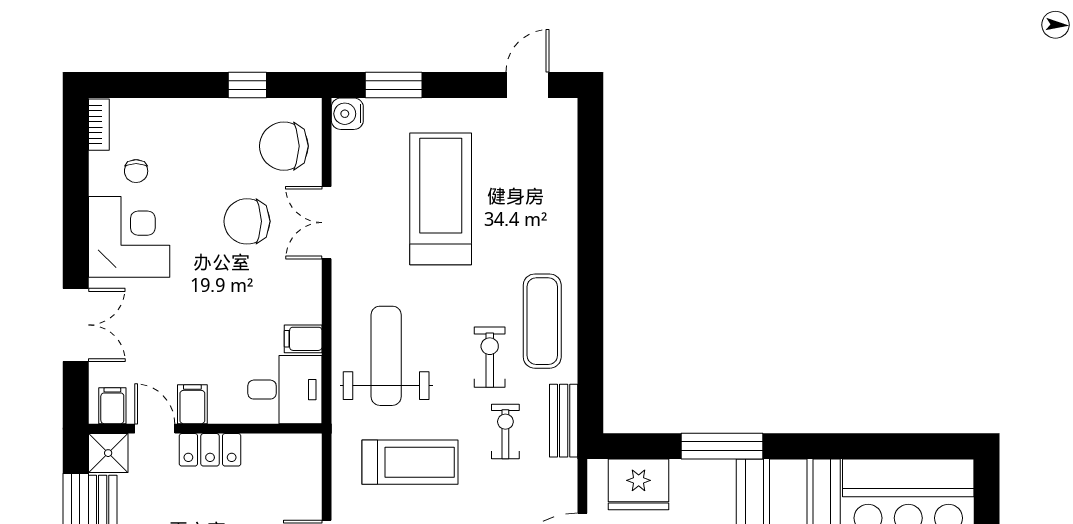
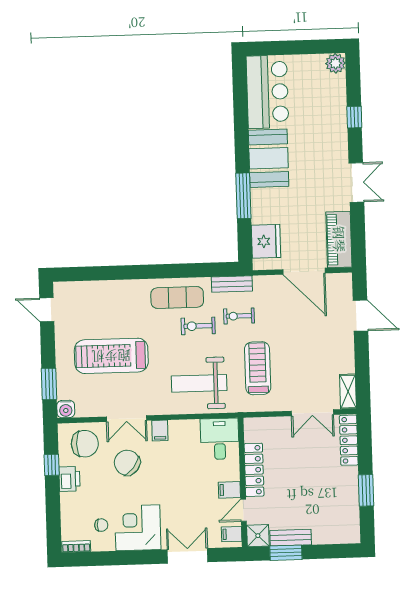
printer: (221, 116) -> (69, 479), added
chair: (284, 146) -> (85, 444), turned -90
chair: (247, 221) -> (127, 463), turned 129
filing cabinet: (303, 339) -> (160, 431), moved
locker: (210, 450) -> (254, 470), width x1.53

